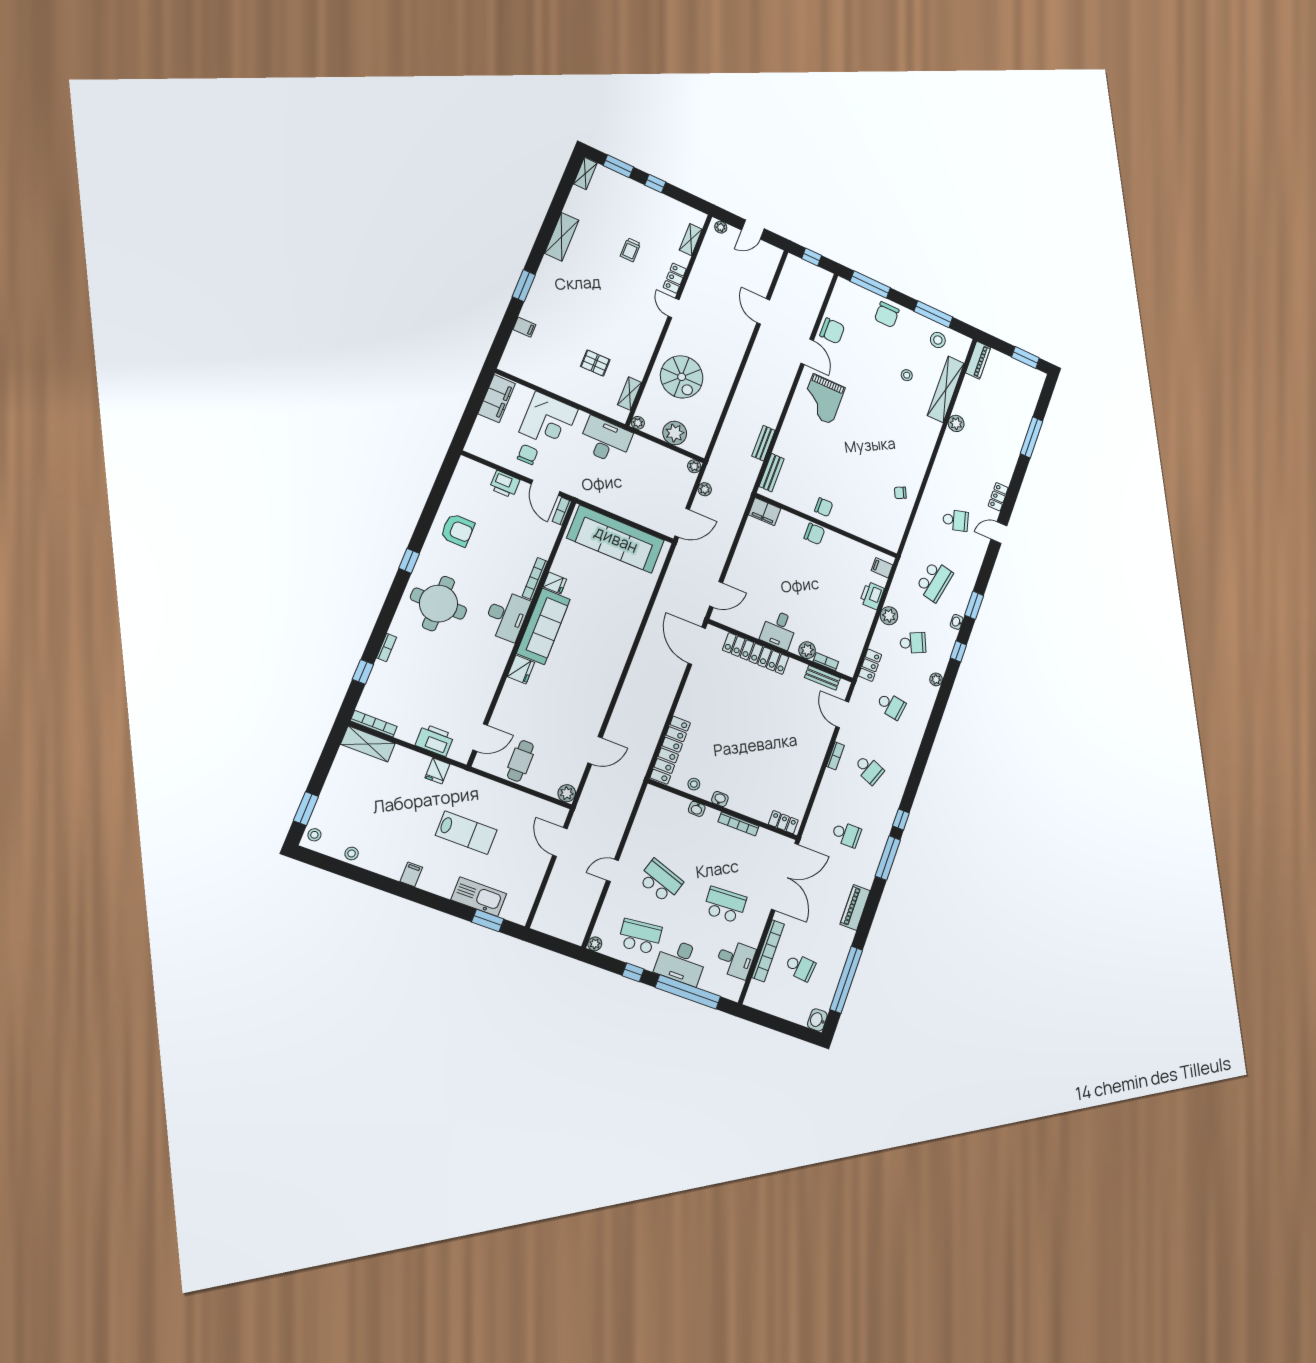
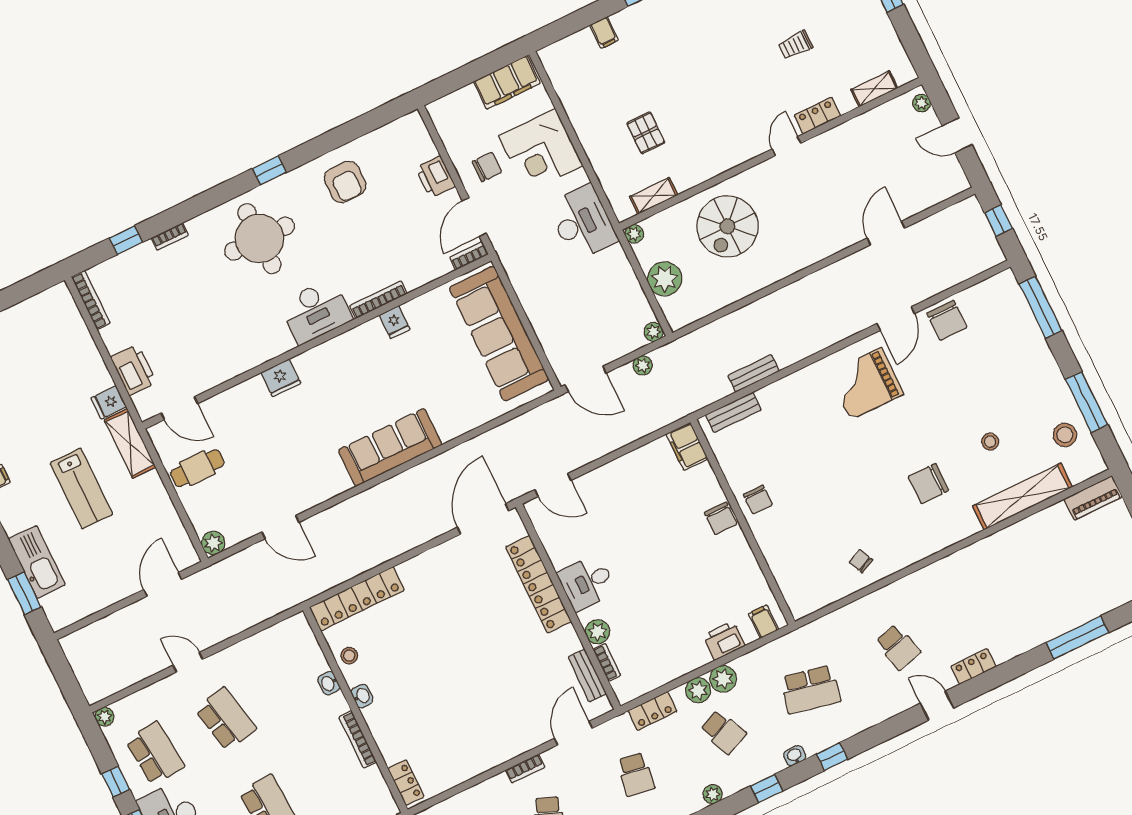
chair: (887, 315) -> (928, 484), moved
plant: (956, 423) -> (698, 690), moved
window: (974, 605) -> (832, 757), width x0.67
sofa: (543, 626) -> (390, 447), moved, turned 180
shelving: (368, 744) -> (130, 443), moved
school desk: (660, 881) -> (226, 719), turned -30

